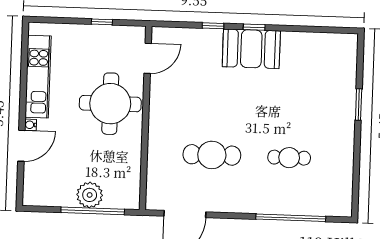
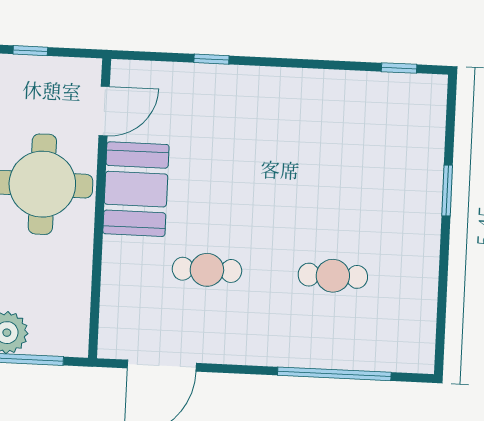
window: (254, 27) -> (399, 68), moved
booth: (251, 49) -> (136, 189), moved, turned 90
cafe table: (212, 155) -> (207, 270), width x0.73, depth x0.74

